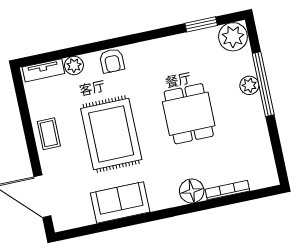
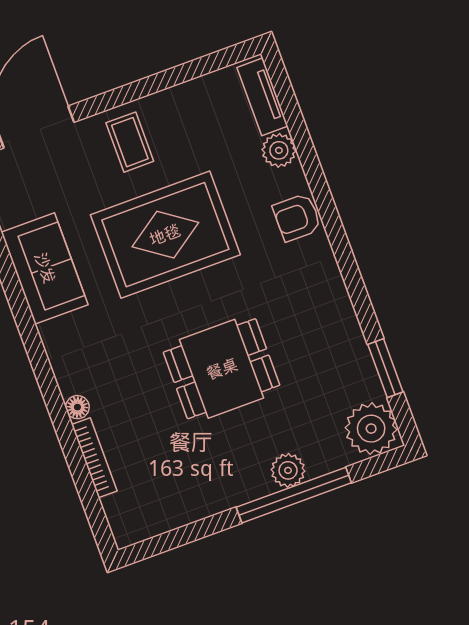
coffee table: (49, 134) -> (130, 142), moved, turned 90
floor lamp: (192, 191) -> (77, 407), width x0.53, depth x0.53

